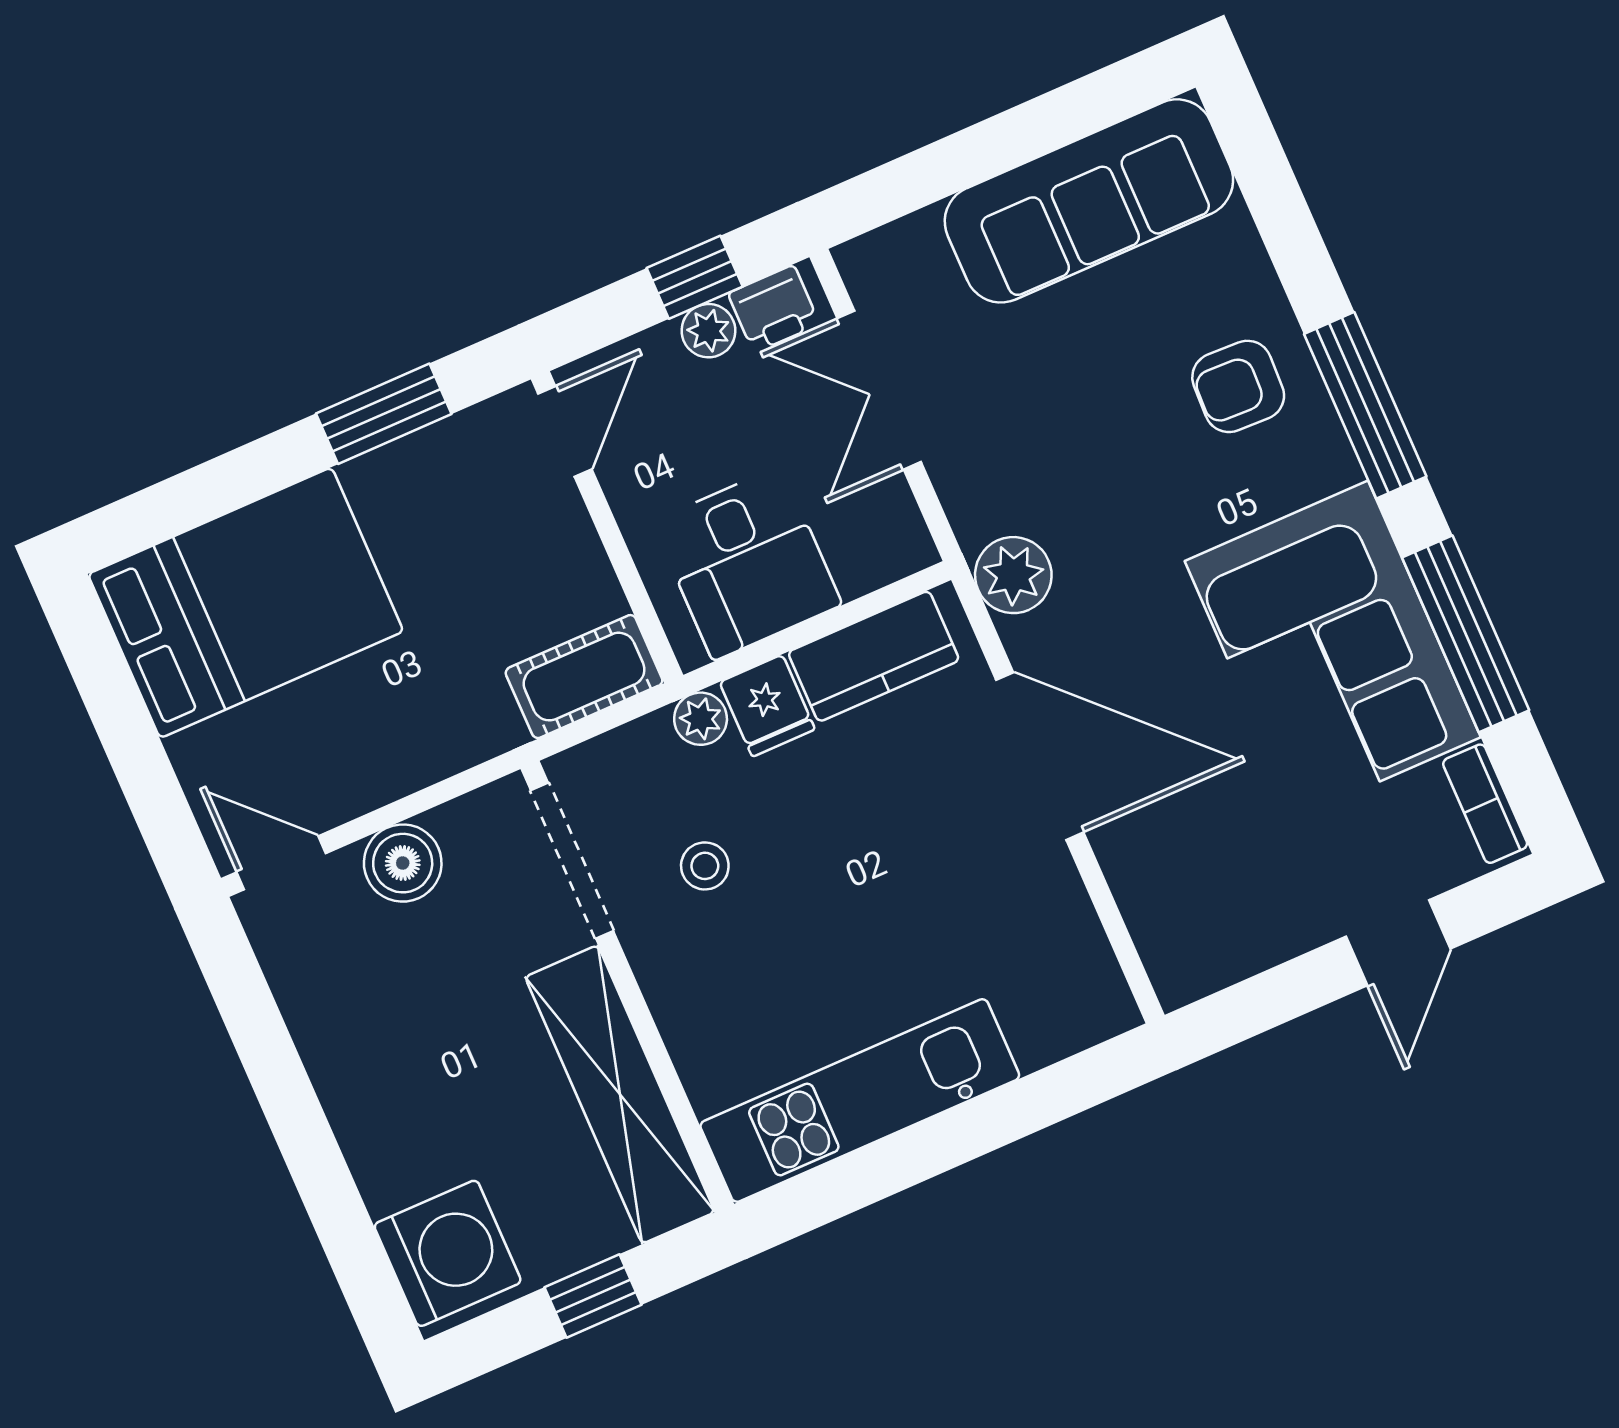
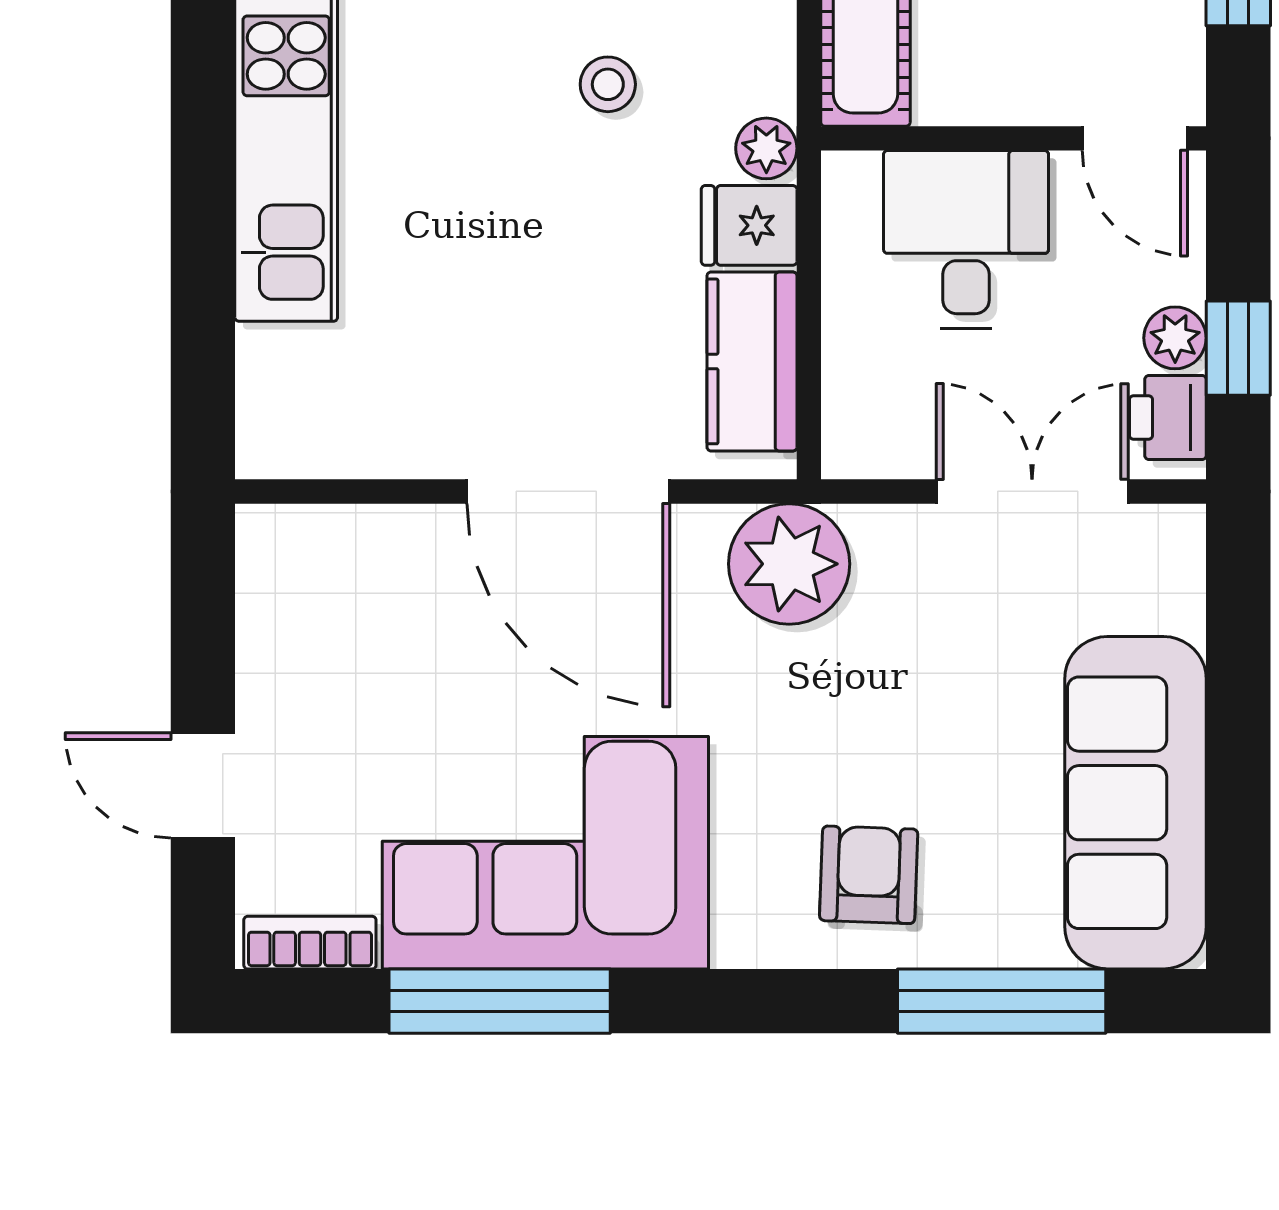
window: (1365, 405) -> (1002, 1001), moved
desk: (747, 563) -> (966, 239), moved, turned 90
plant: (1013, 575) -> (789, 564), width x1.36, depth x1.36
door: (1040, 756) -> (568, 491), hinge flipped

